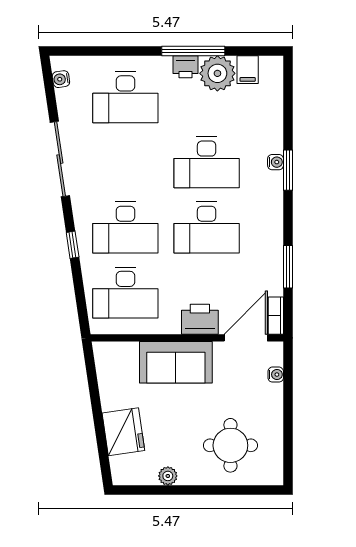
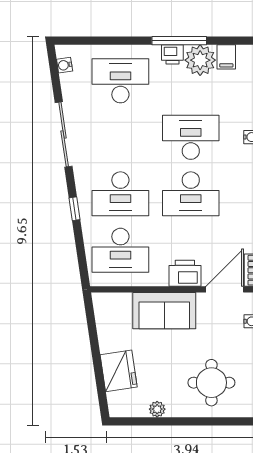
desk: (125, 97) -> (120, 81), turned 180
desk: (207, 162) -> (191, 137), turned 180

